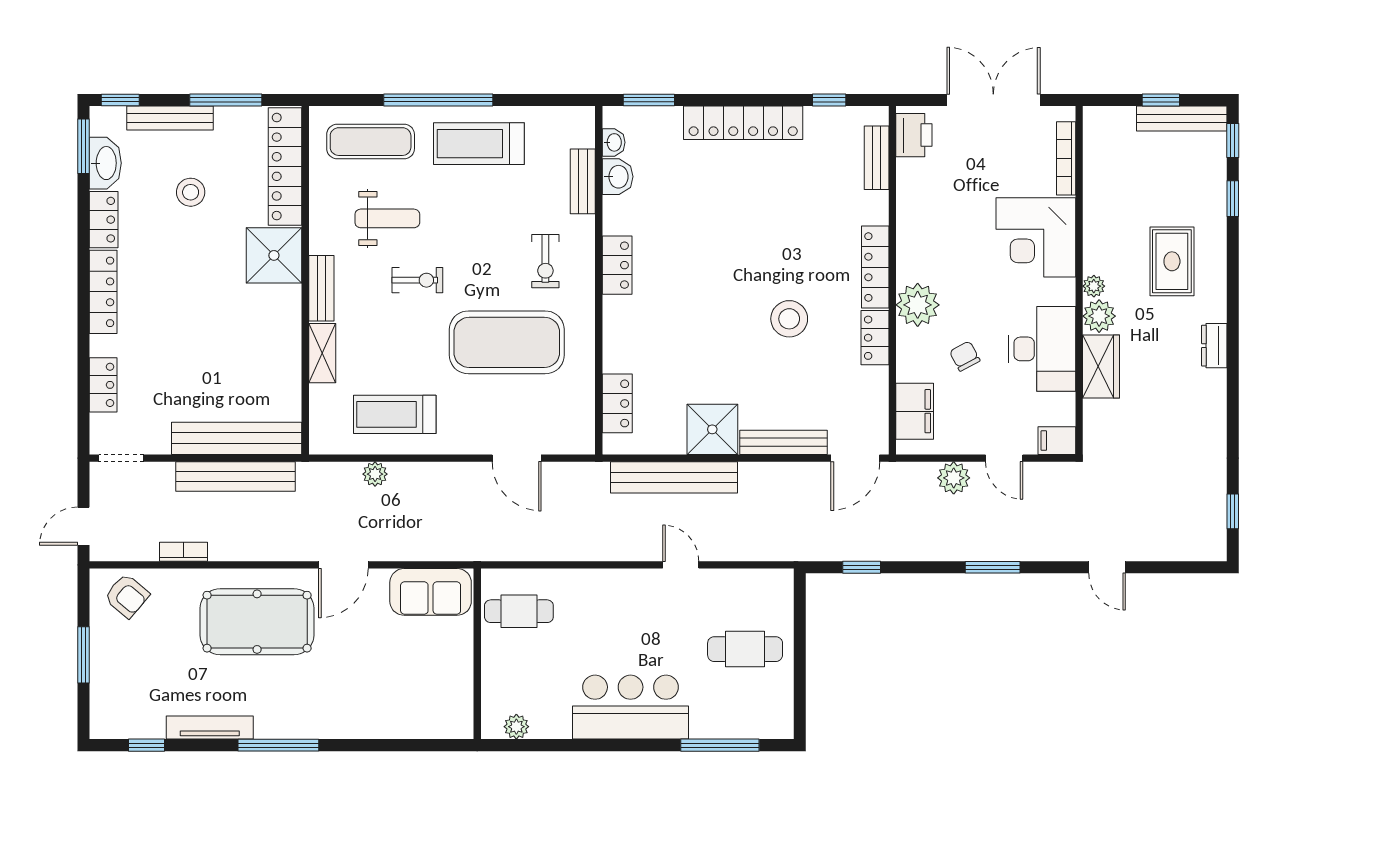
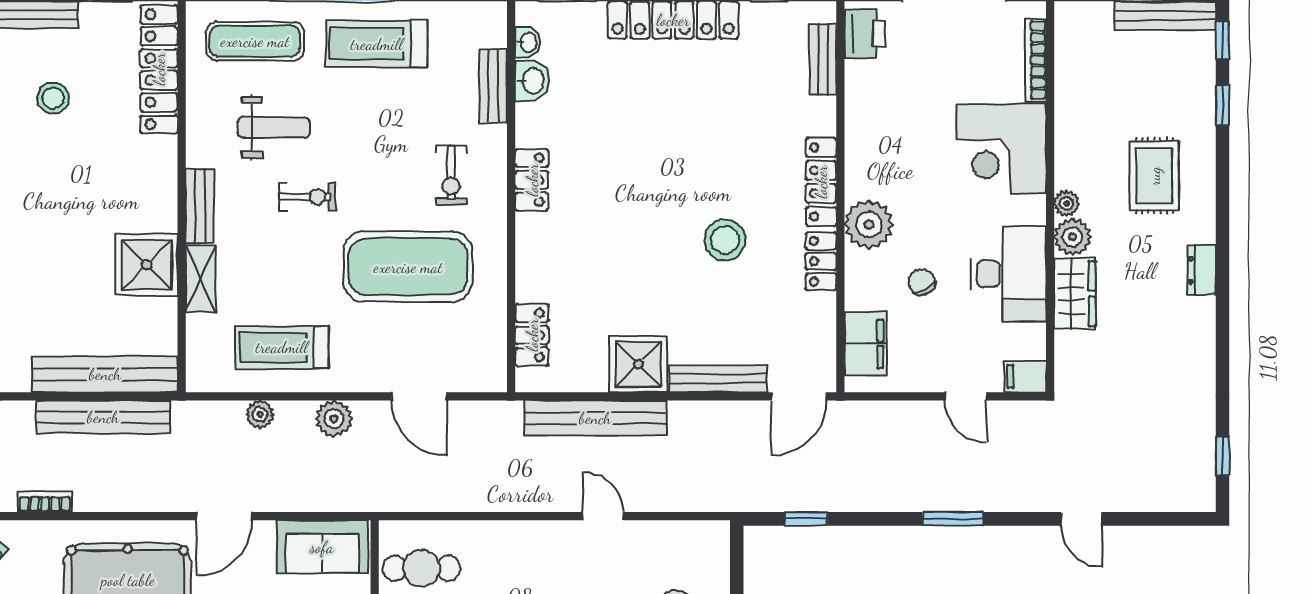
shower: (274, 255) -> (147, 265), moved
plant: (954, 478) -> (334, 419), moved

